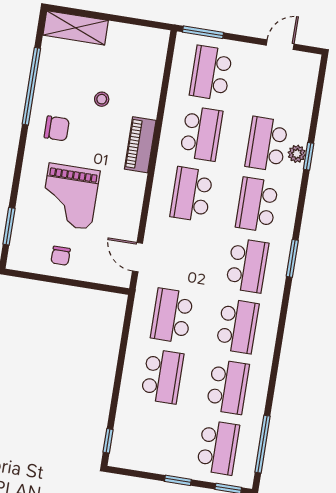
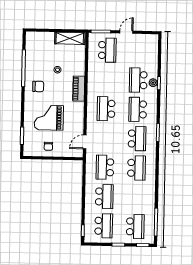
shelving: (76, 28) -> (70, 38), moved
door: (280, 45) -> (126, 32), moved
school desk: (211, 73) -> (107, 50), turned 180
school desk: (201, 134) -> (107, 79), removed
grand piano: (70, 196) -> (49, 118), turned 90
door: (137, 257) -> (85, 142), hinge flipped
school desk: (228, 387) -> (104, 226), moved

